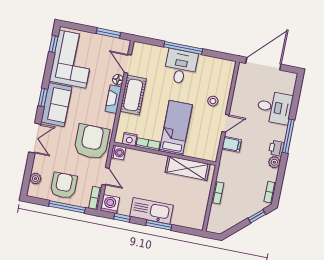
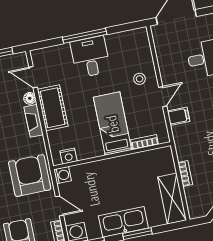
bookcase: (148, 144) -> (145, 142), moved
shelving: (187, 168) -> (172, 199), moved, turned 90

